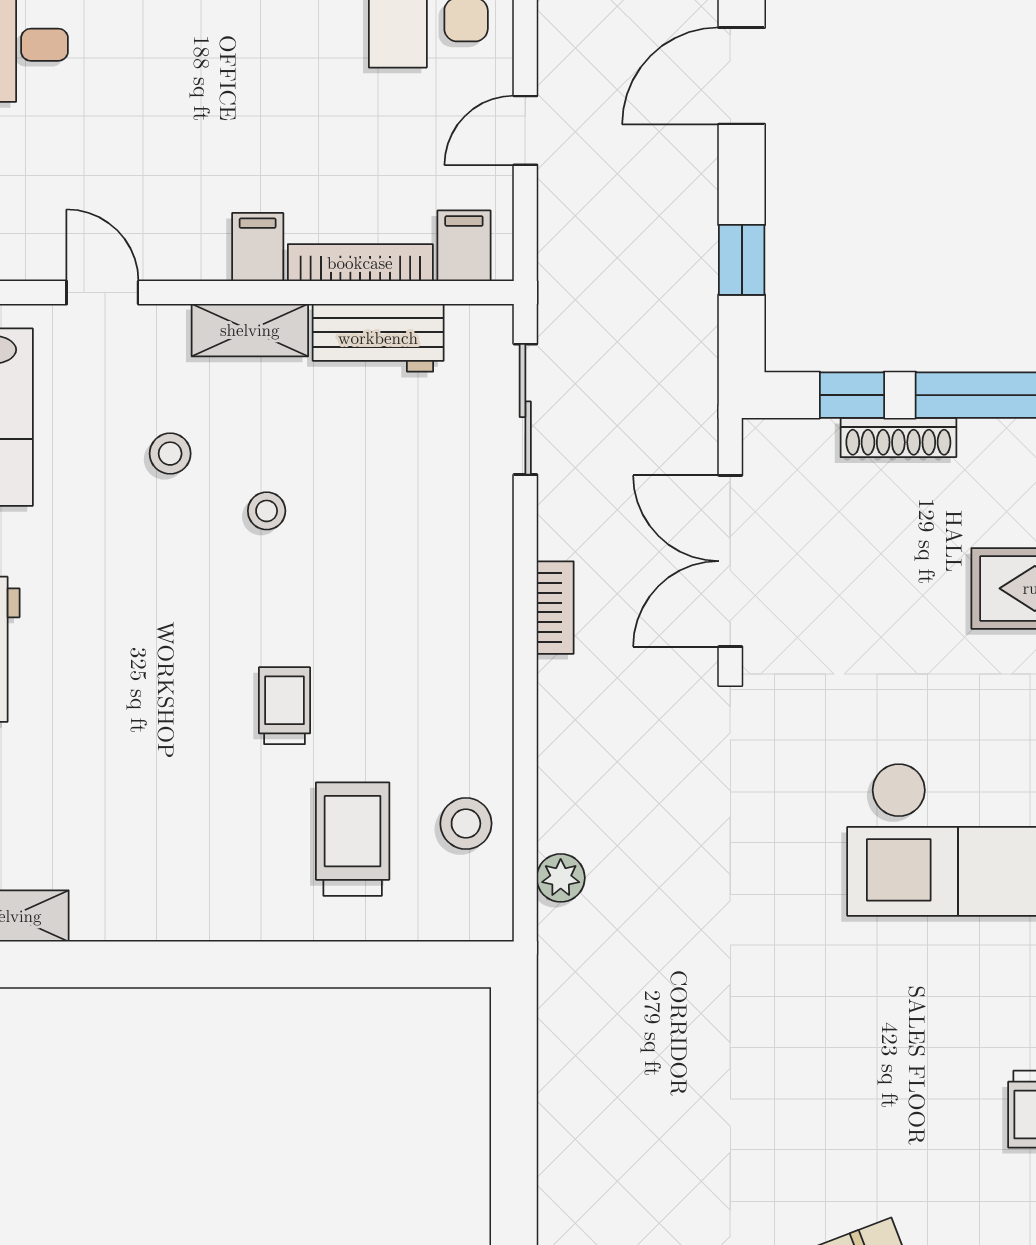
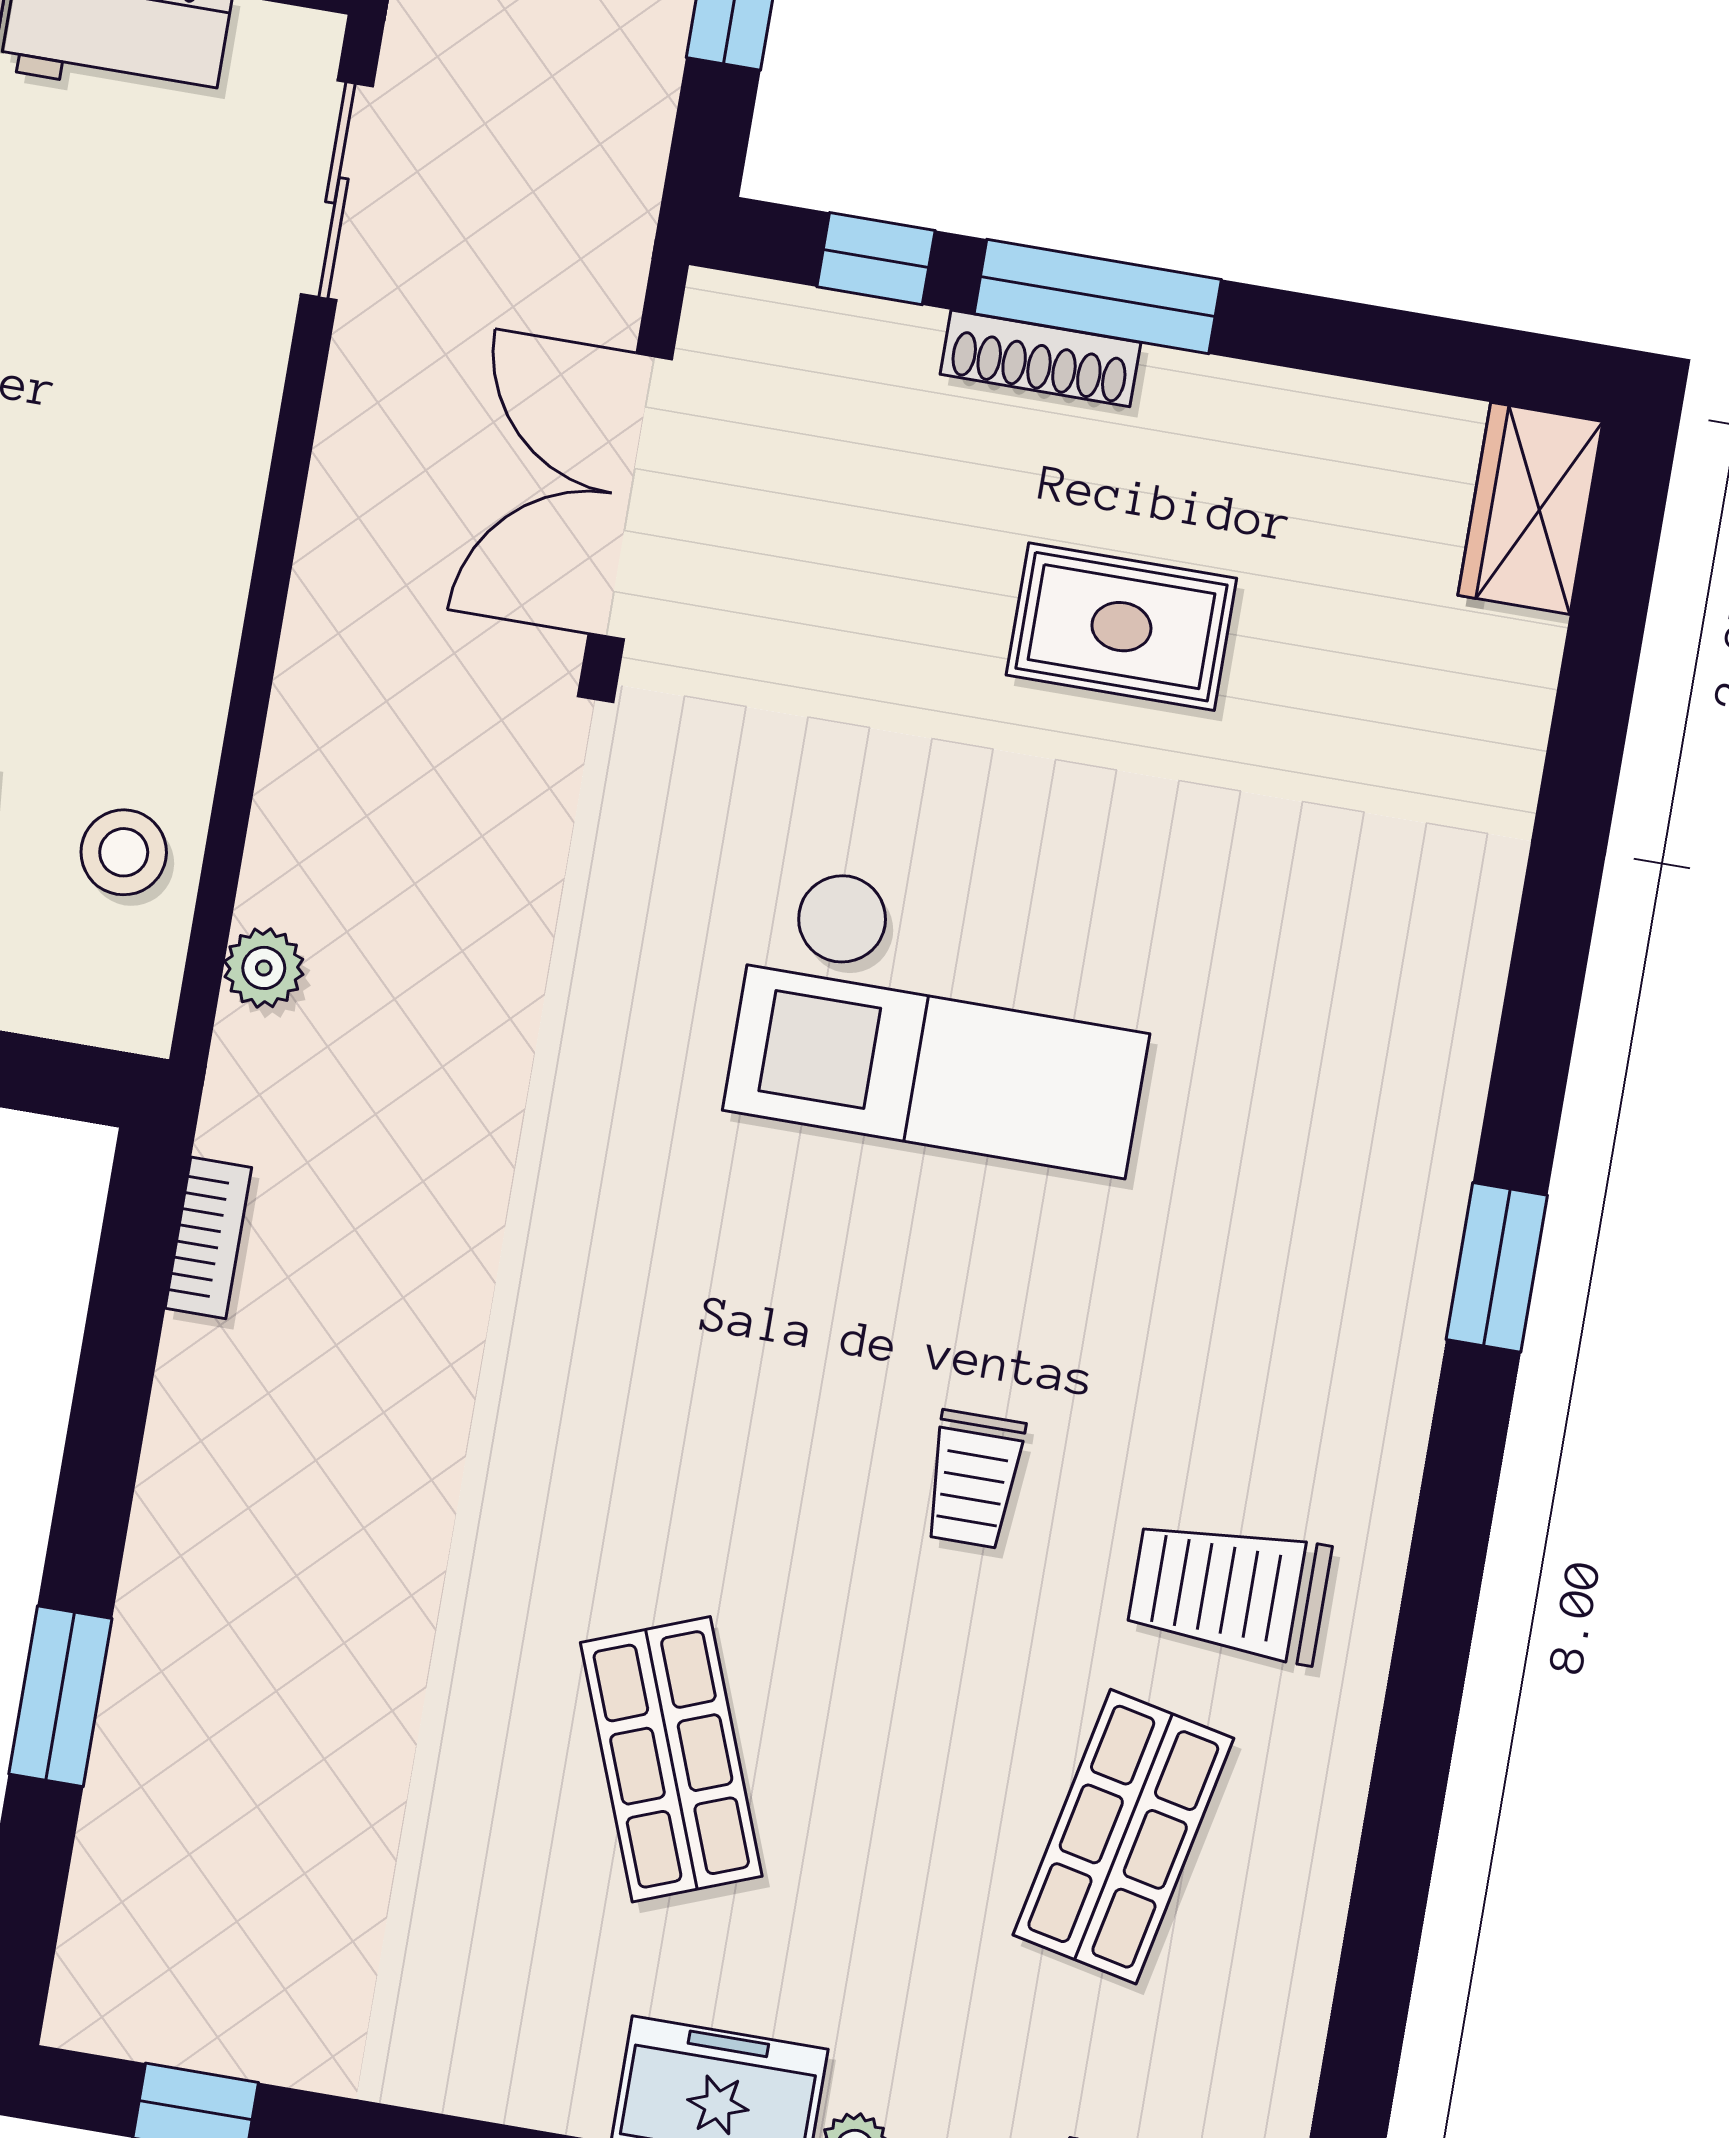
shoe rack: (898, 438) -> (1040, 358), moved
bookcase: (555, 608) -> (208, 1238), moved

